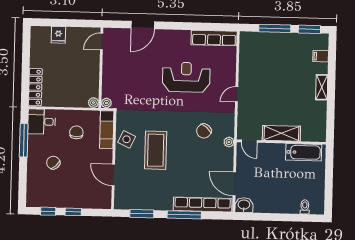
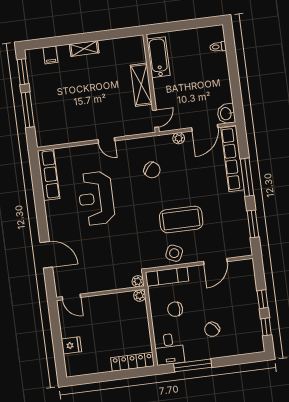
plant: (229, 142) -> (179, 138), moved

